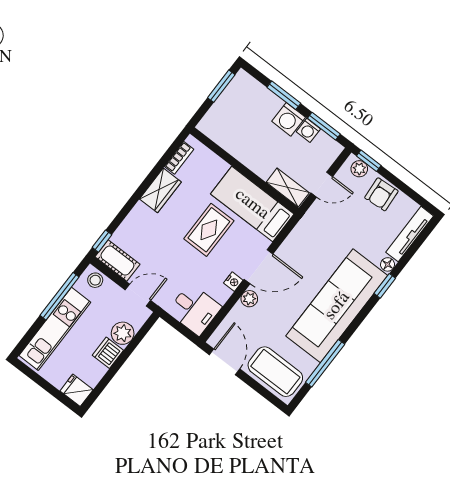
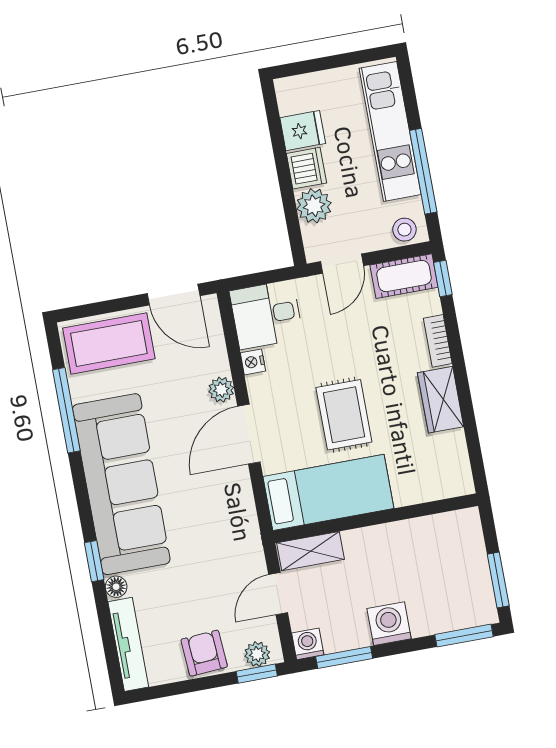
window: (284, 95) -> (464, 636), moved
washing machine: (308, 130) -> (308, 644), moved
bookcase: (179, 158) -> (438, 341), moved
nightstand: (233, 282) -> (253, 362), moved
fridge: (77, 390) -> (303, 131), moved

